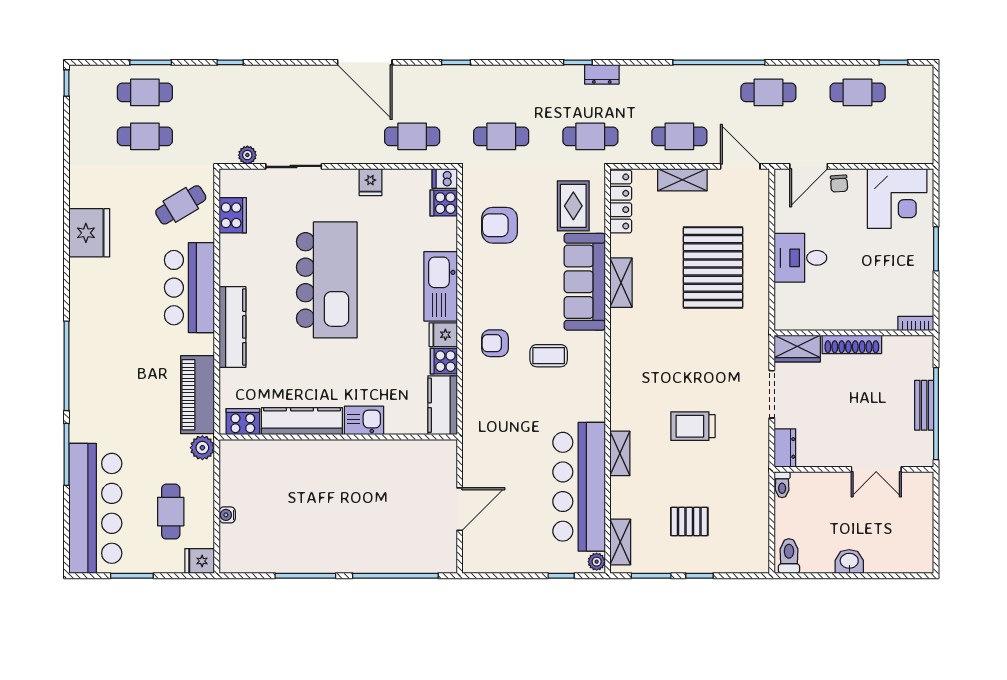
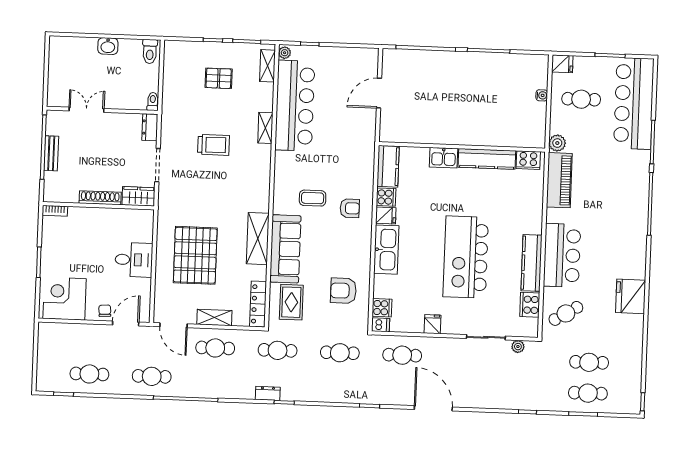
armchair: (500, 225) -> (343, 291), turned 180
shelving: (621, 283) -> (258, 239), width x1.50, depth x1.33
kitchen counter: (233, 327) -> (532, 263), moved
cafe table: (171, 512) -> (581, 99), turned 90

